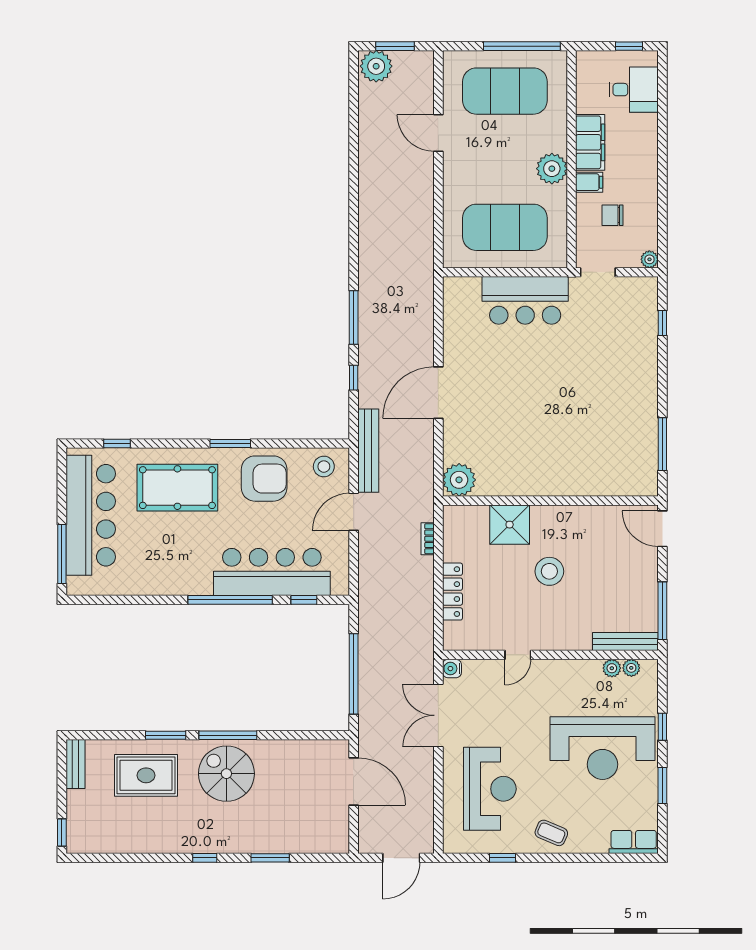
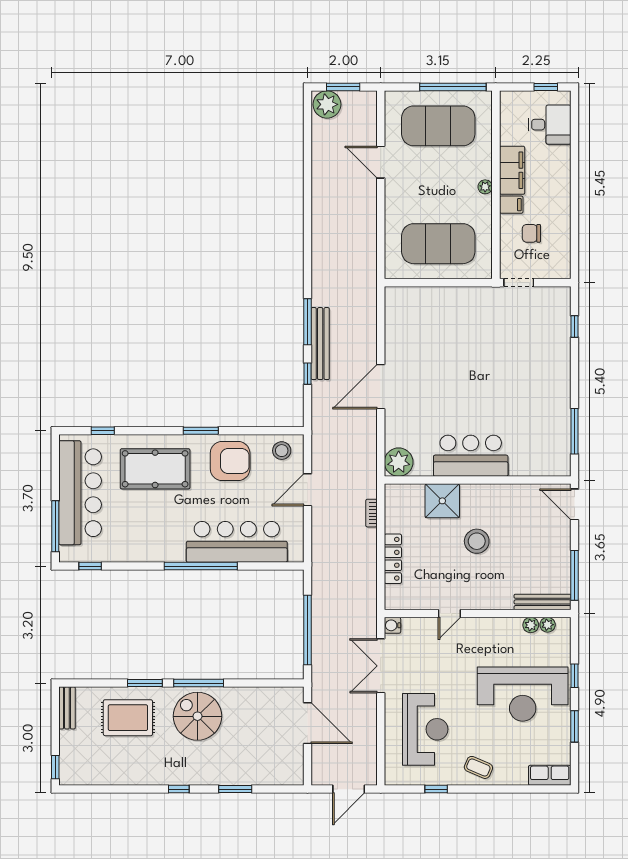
plant: (552, 169) -> (485, 187), width x0.53, depth x0.53
plant: (649, 259) -> (563, 271), removed
bar counter: (525, 300) -> (471, 456), moved, turned 180
bench: (368, 451) -> (320, 344), moved
window: (304, 600) -> (90, 566), moved

